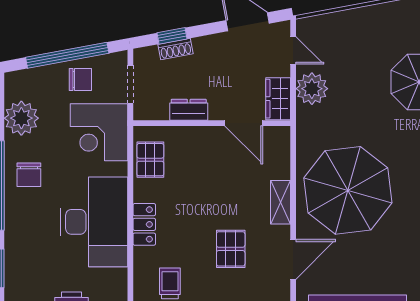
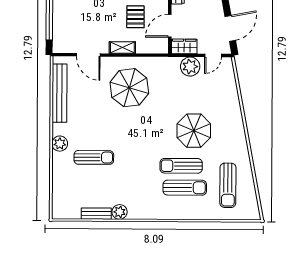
parasol: (348, 190) -> (129, 88), width x0.73, depth x0.73
pallet: (231, 249) -> (135, 17), moved, turned 90

